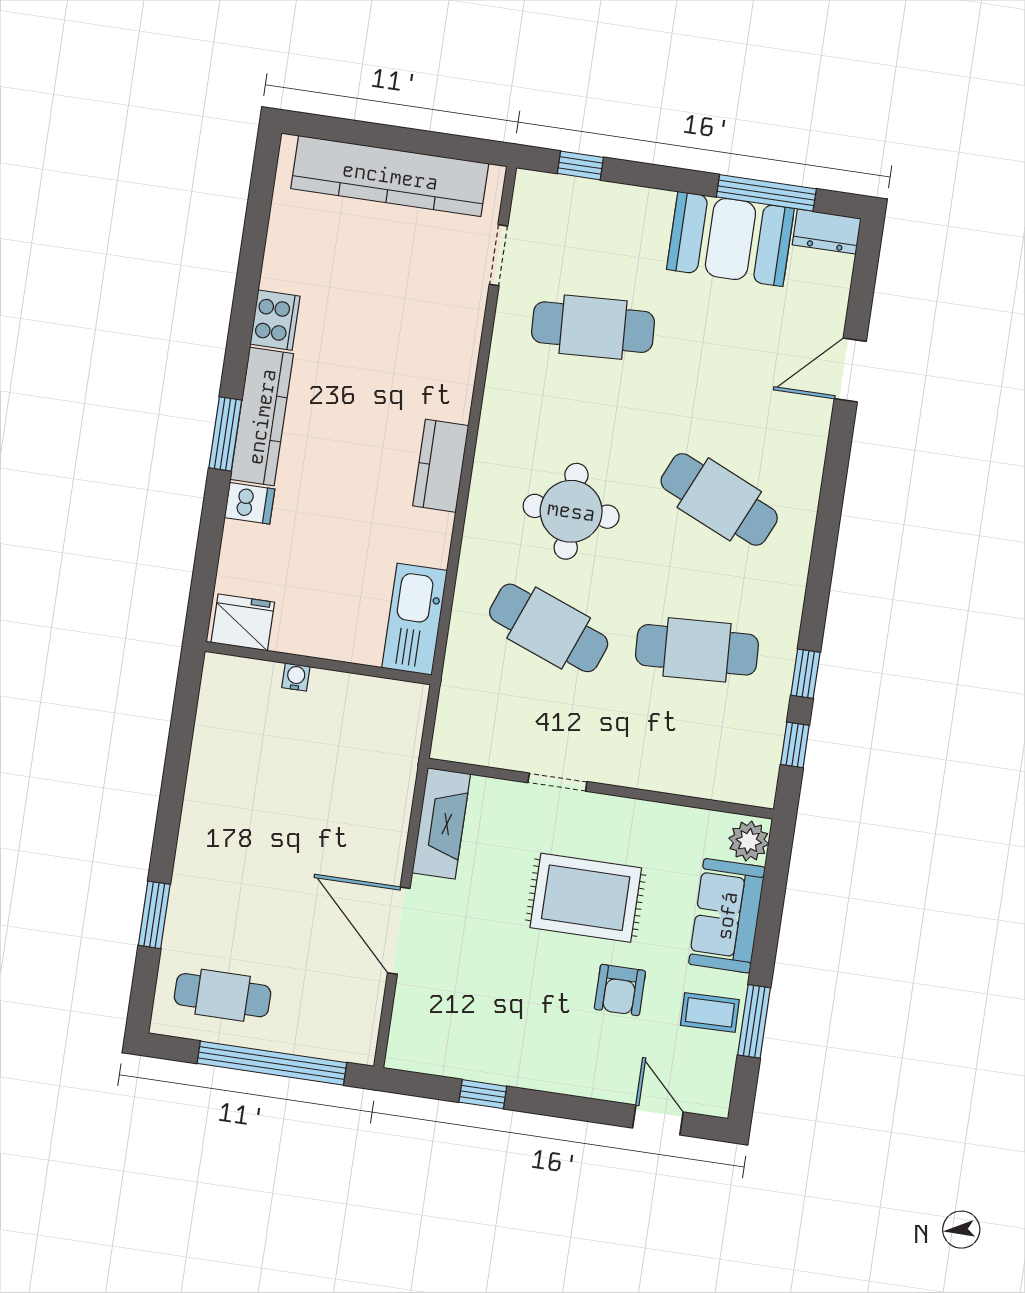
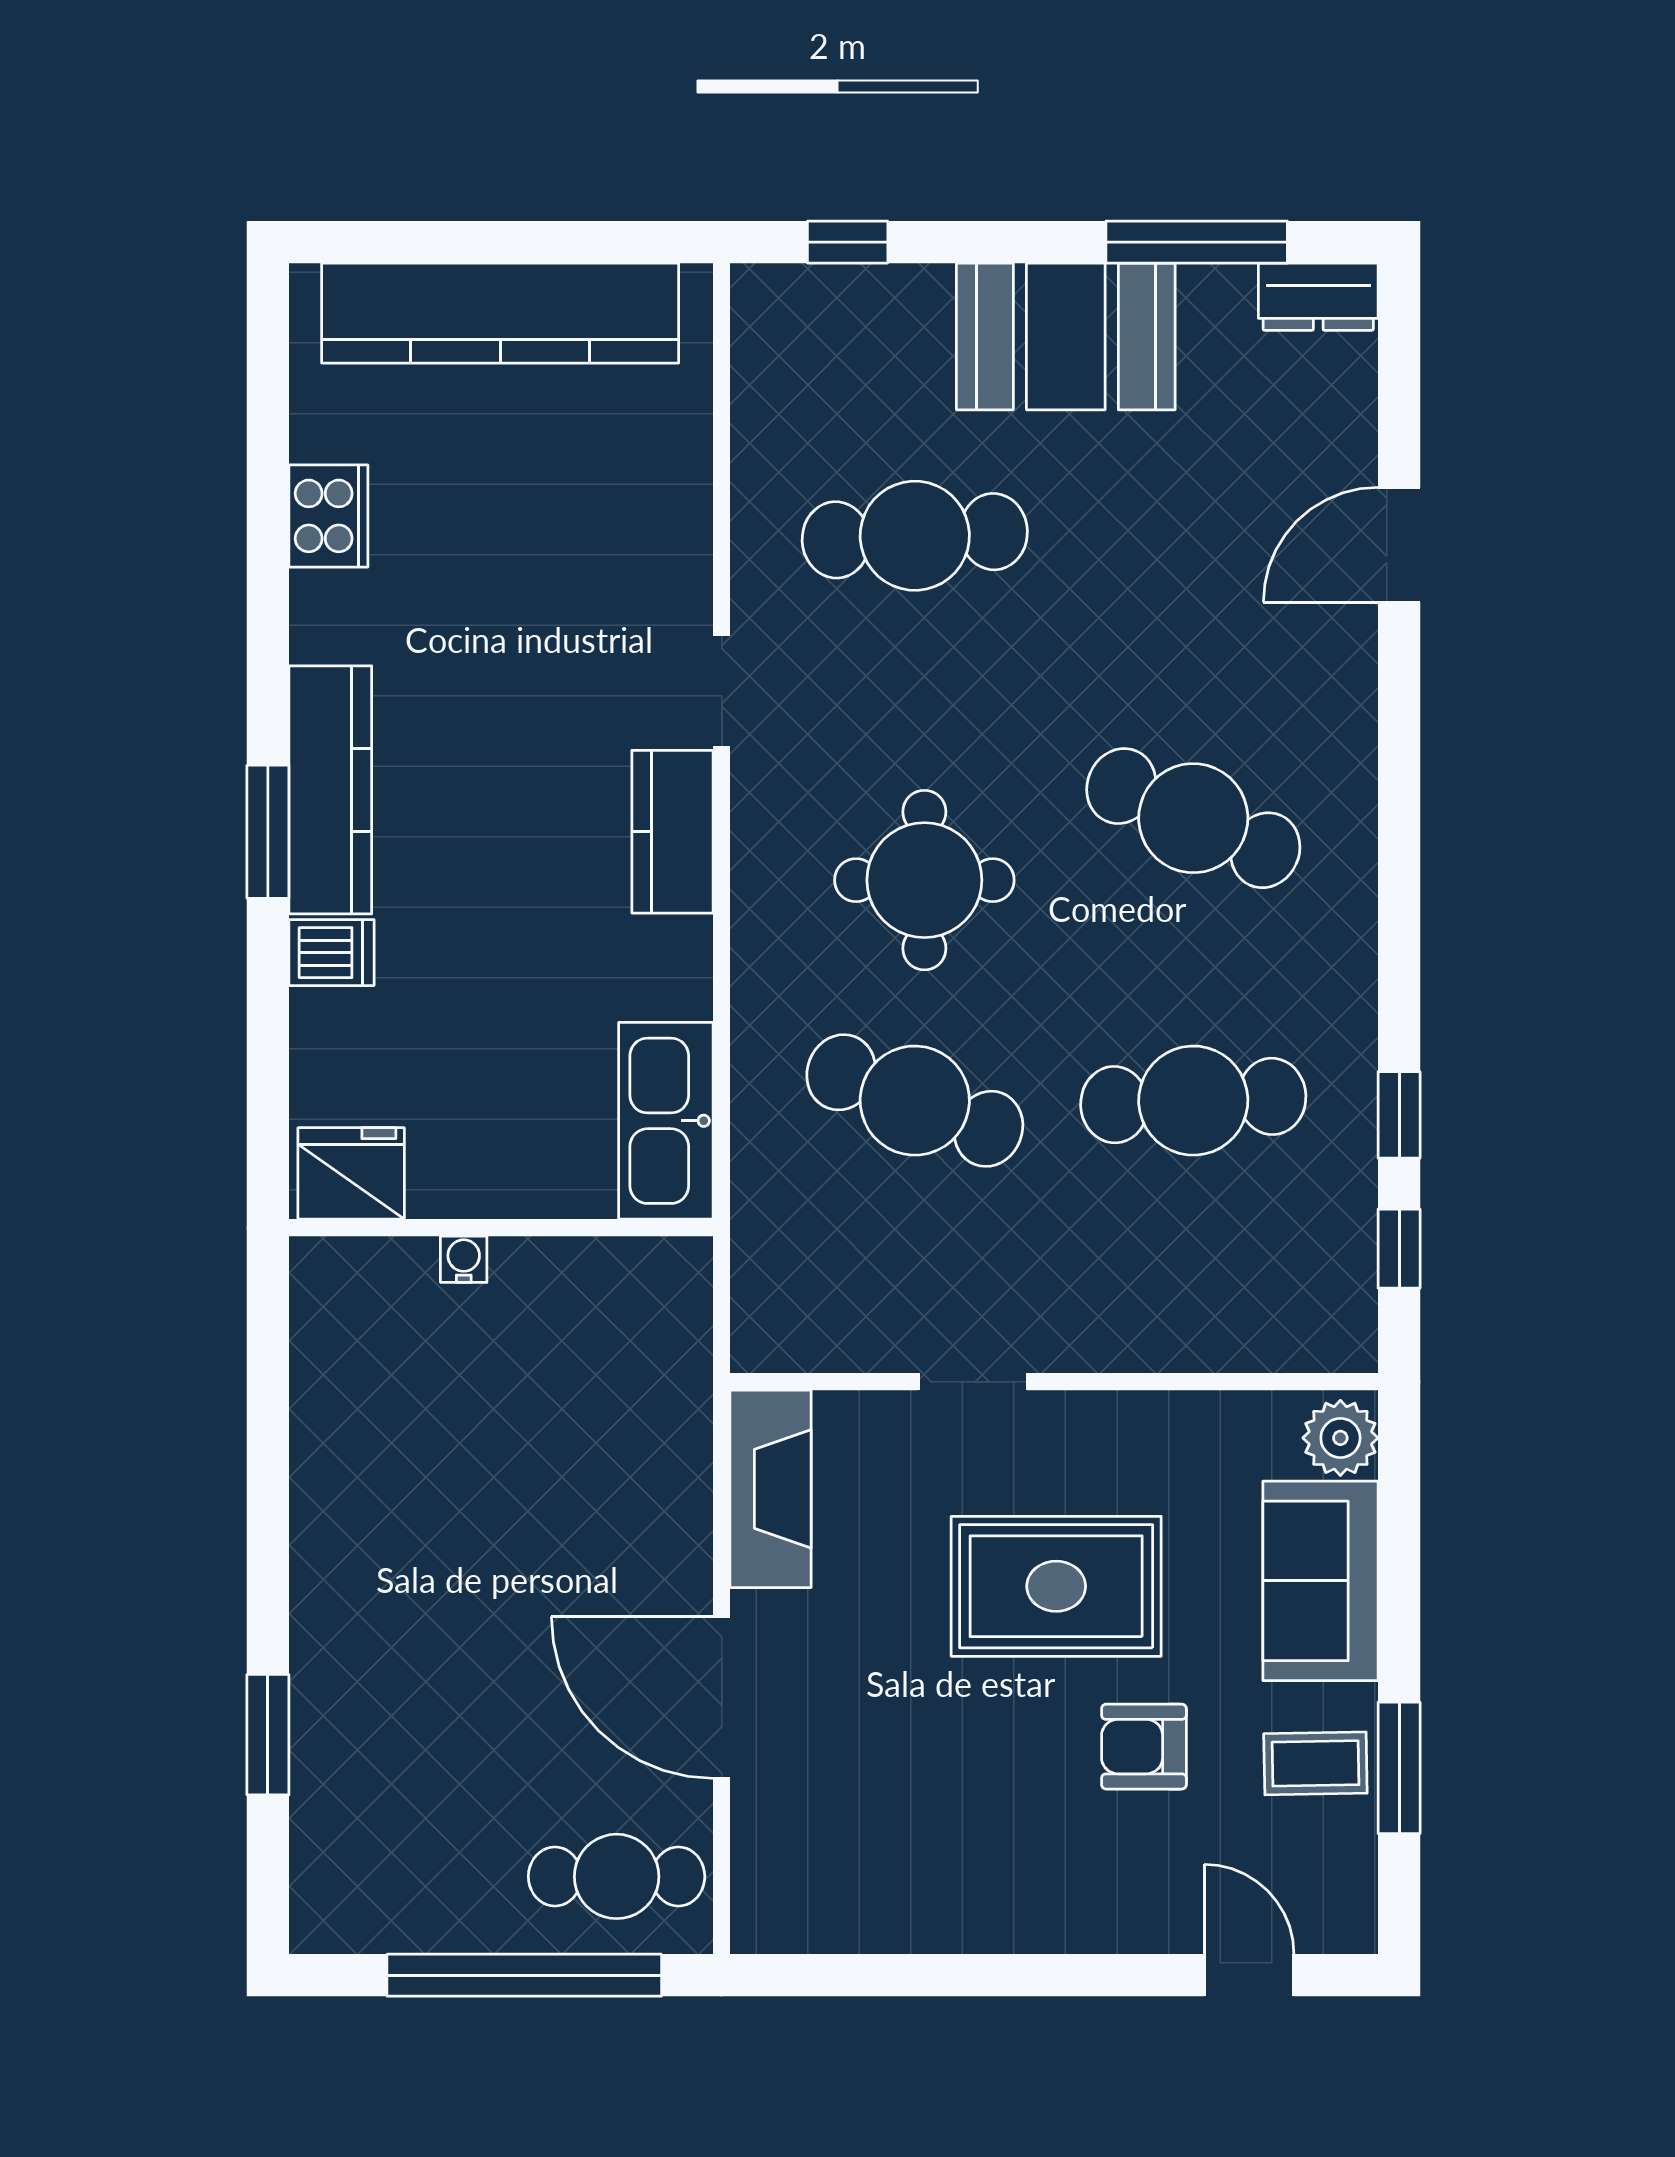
booth: (730, 239) -> (1066, 336), moved
doorway: (499, 255) -> (722, 691), moved
cooker: (275, 320) -> (328, 516), moved
armchair: (620, 990) -> (1144, 1747), turned 90
cafe table: (223, 995) -> (617, 1876), moved
window: (483, 1094) -> (920, 1975), removed

